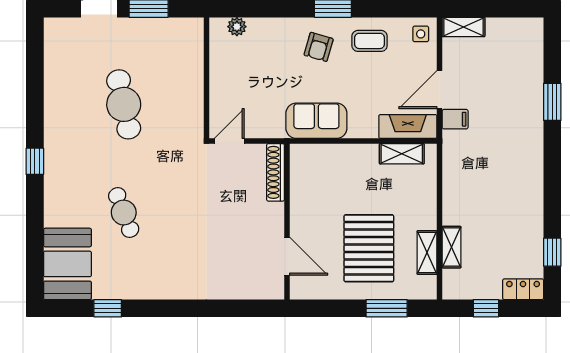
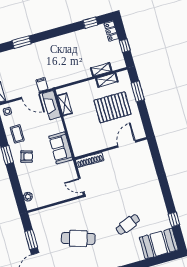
cafe table: (124, 104) -> (78, 238), turned 30

